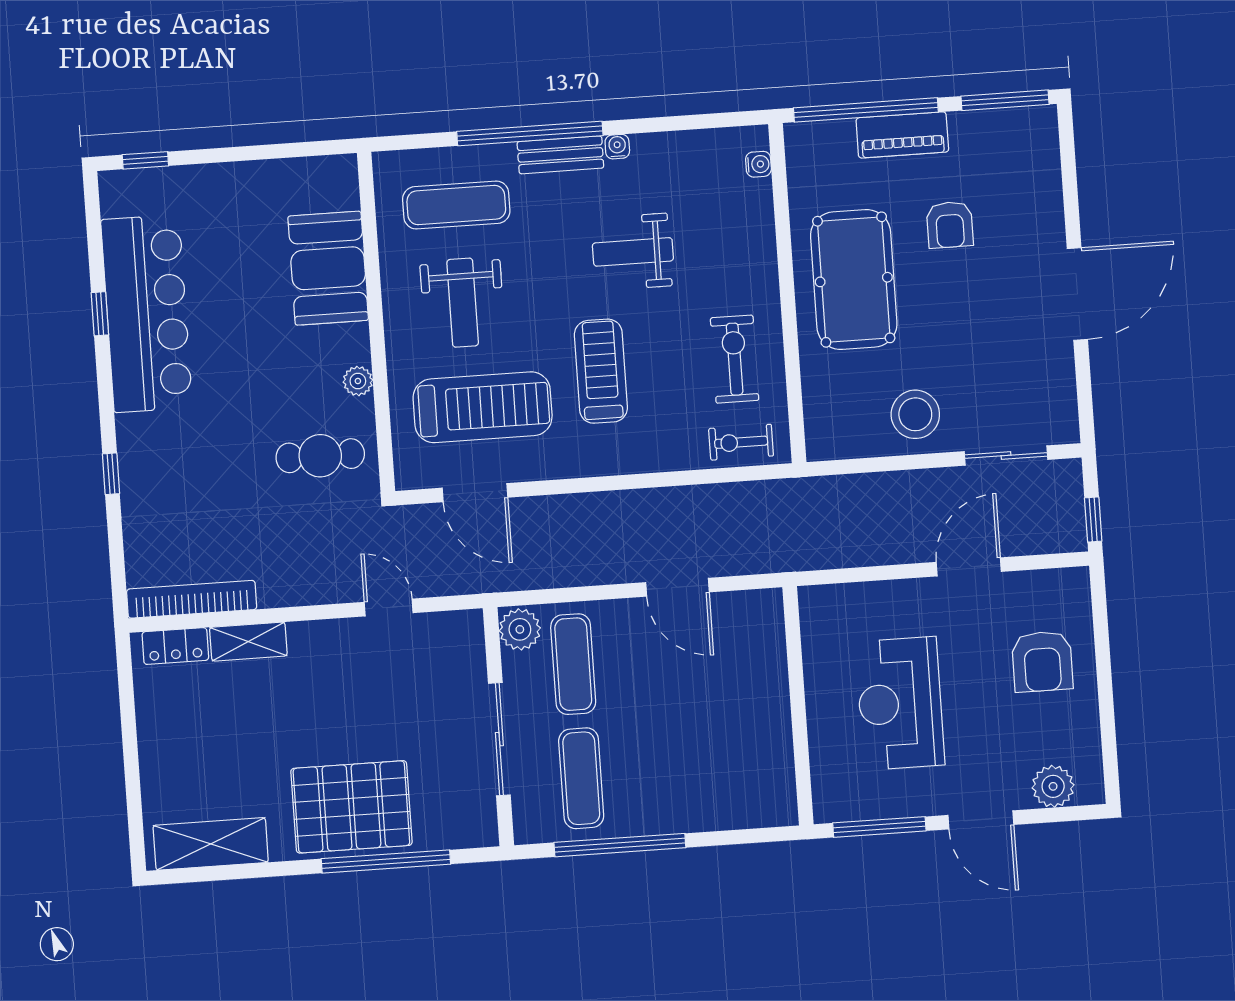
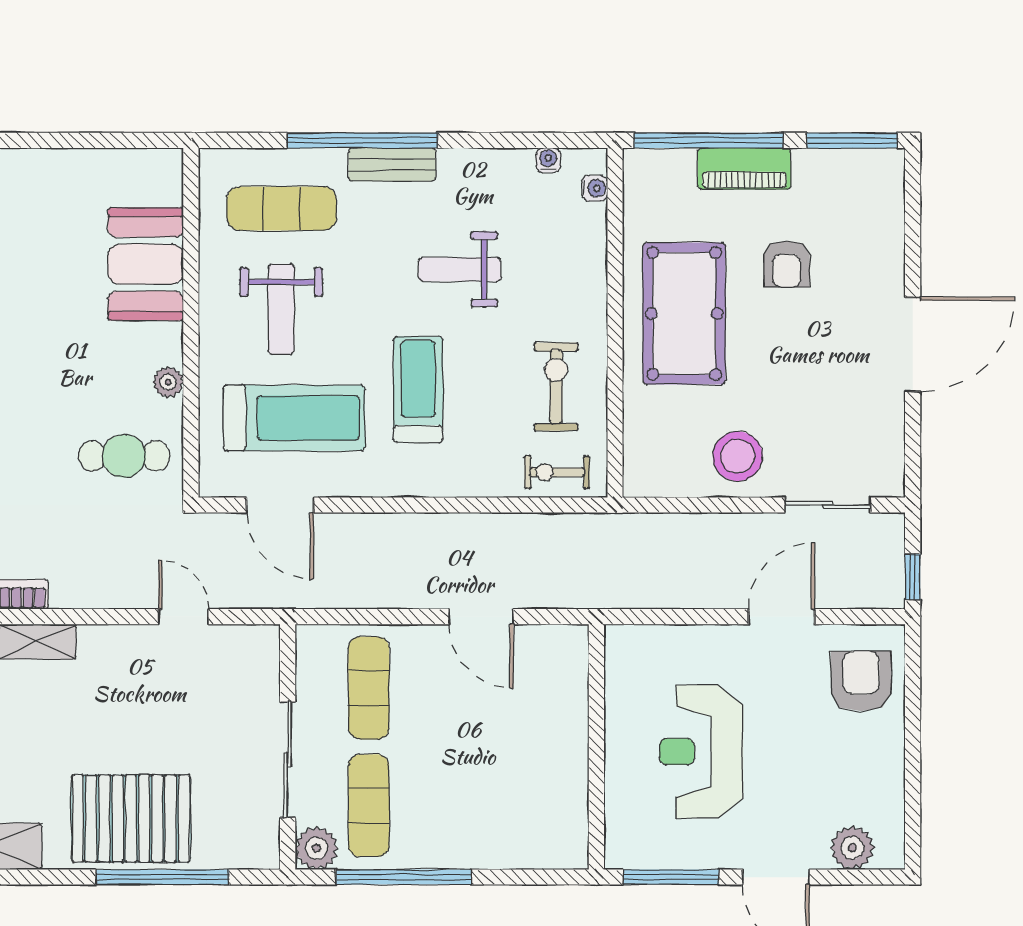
water cooler: (617, 147) -> (548, 160), moved
plant: (520, 629) -> (316, 848), moved
armchair: (1042, 661) -> (861, 681), moved, turned 180

